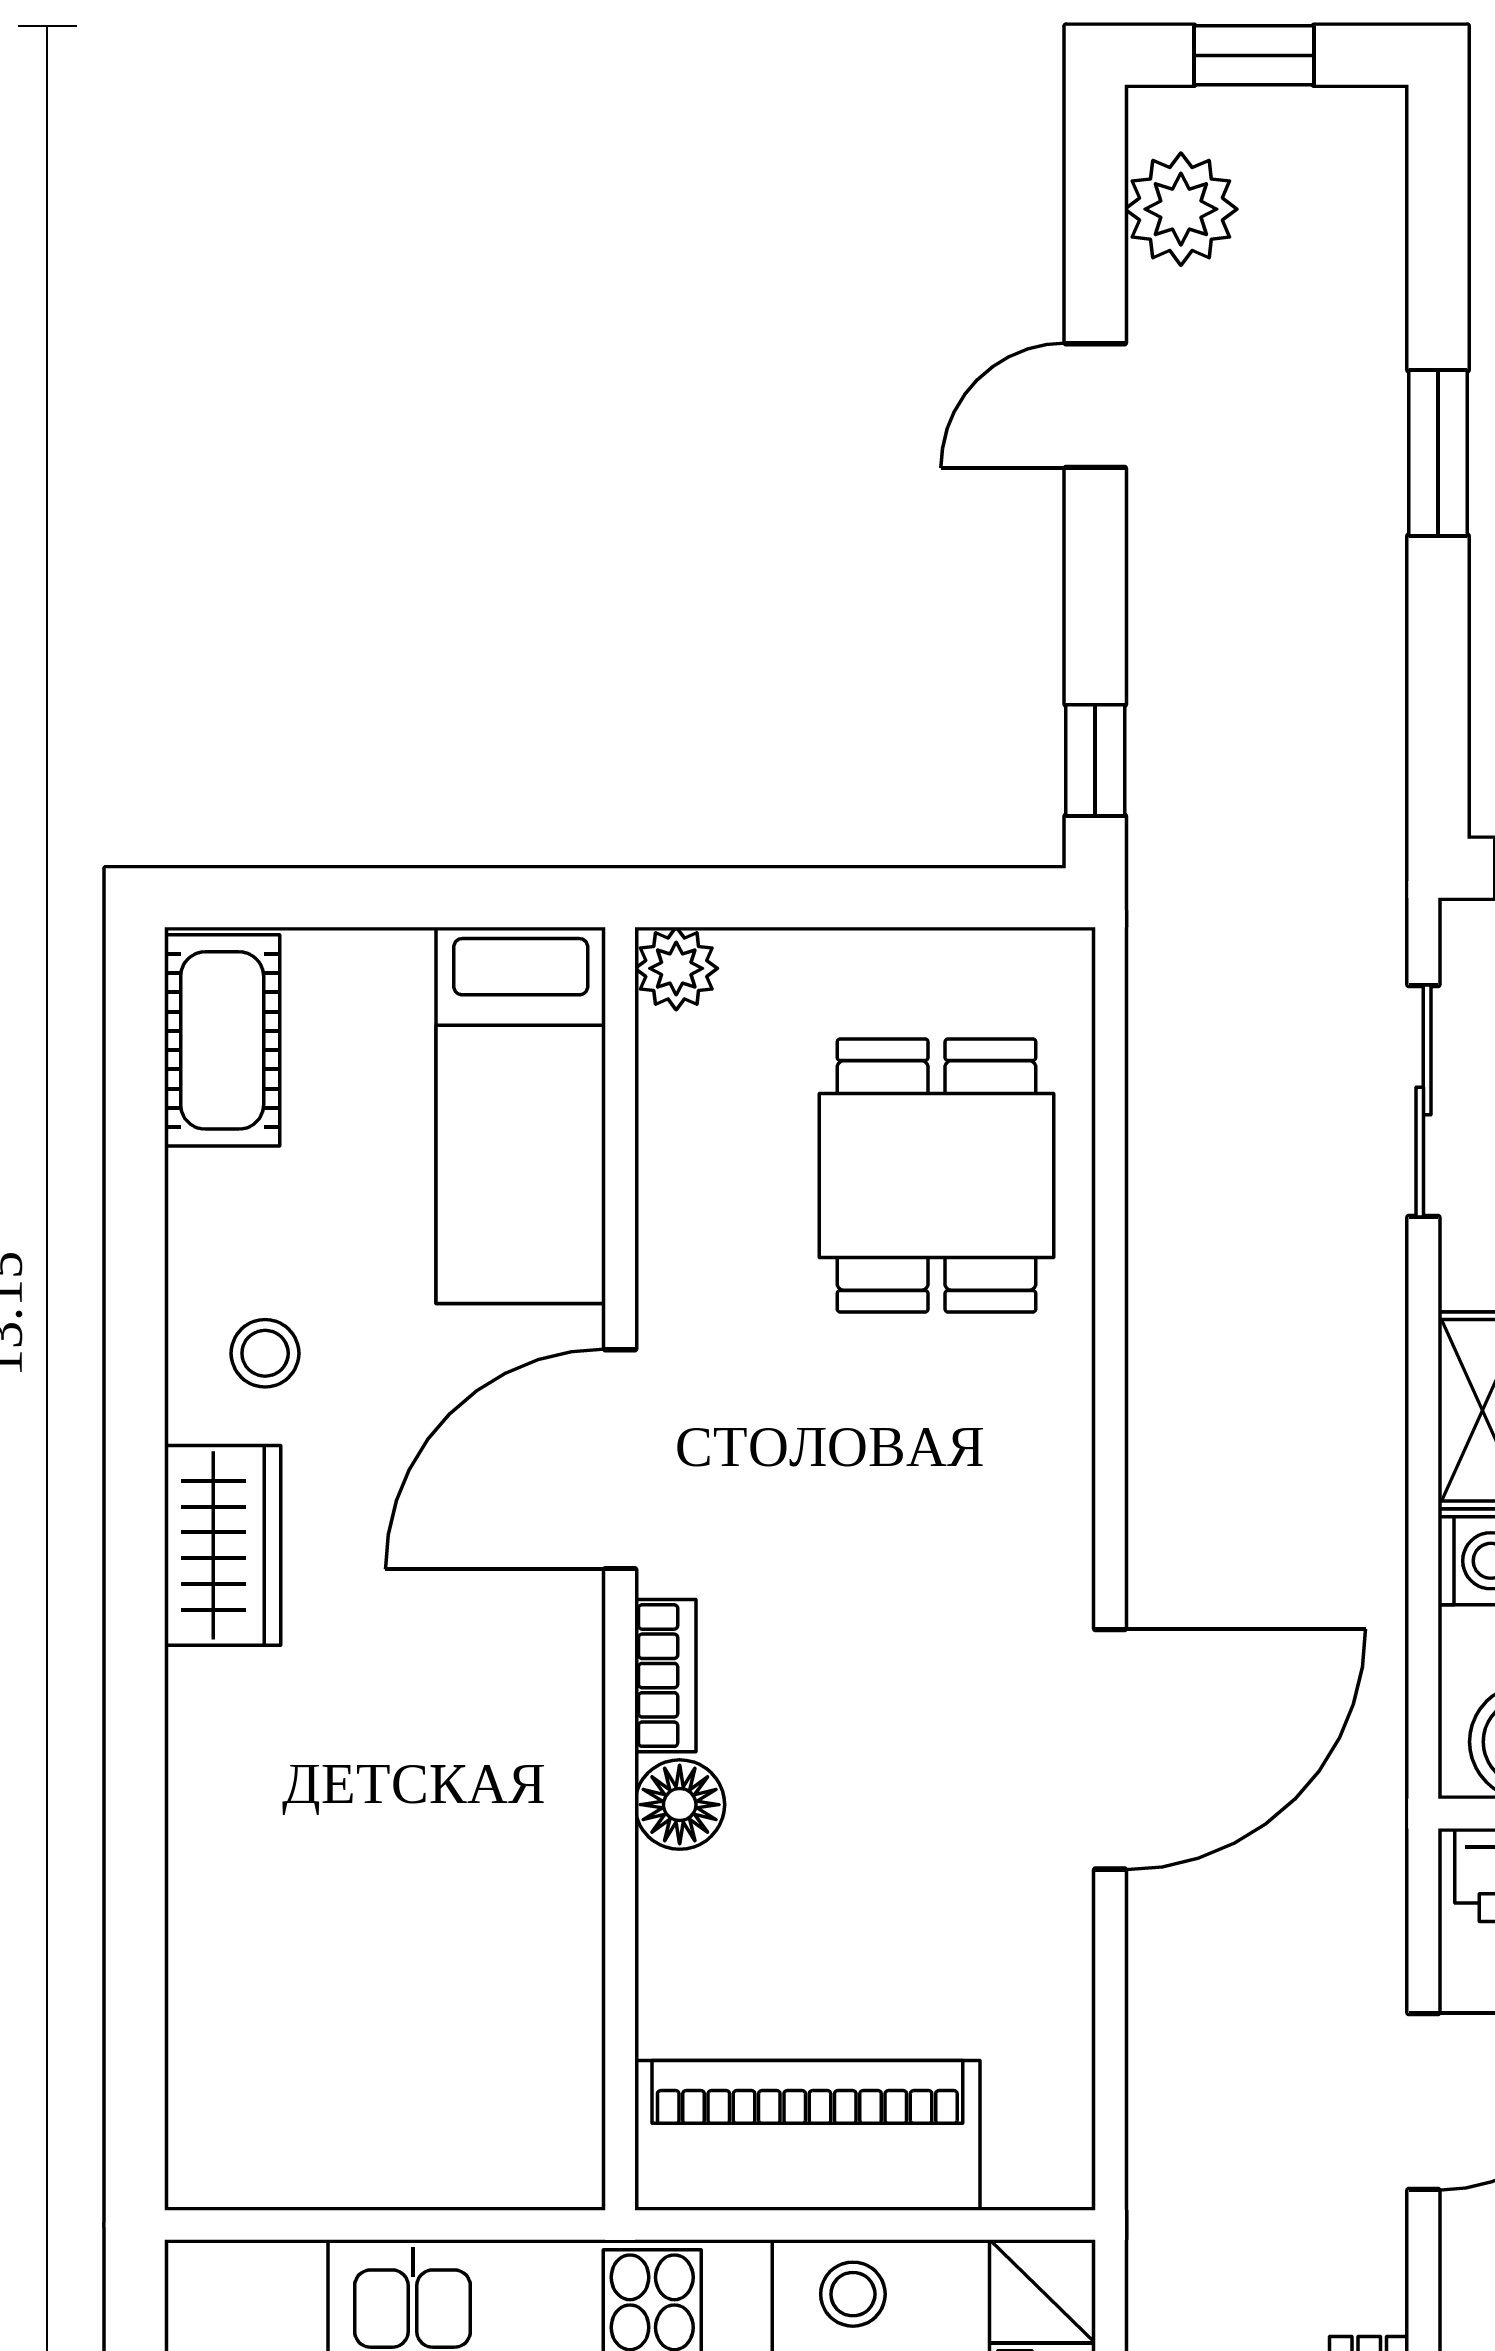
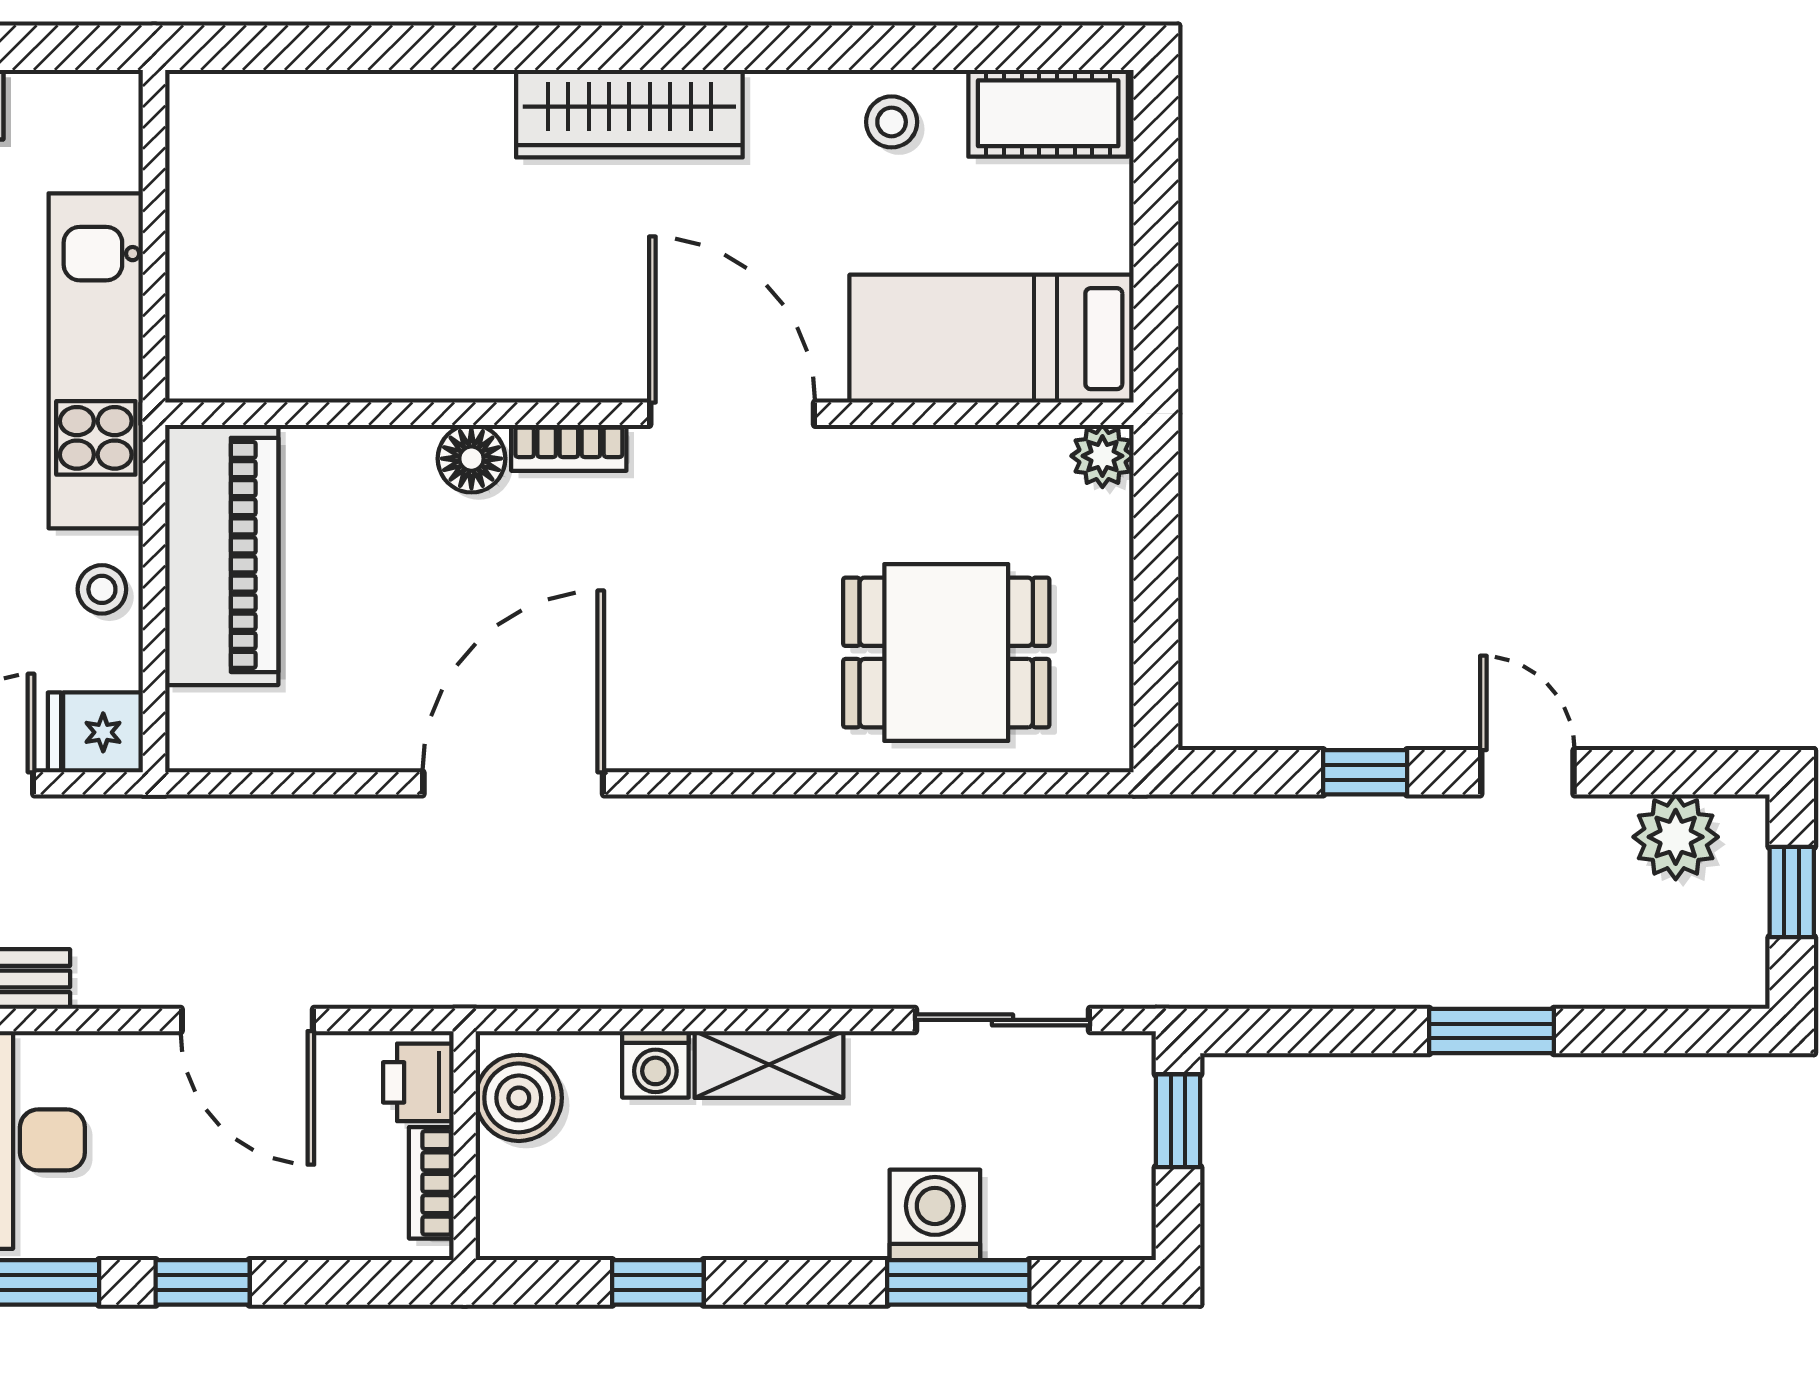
window: (1095, 760) -> (1365, 772), moved
stool: (265, 1353) -> (892, 122), moved
wardrobe: (223, 1545) -> (629, 114), width x1.50
door: (1110, 1749) -> (513, 783), swing flipped

